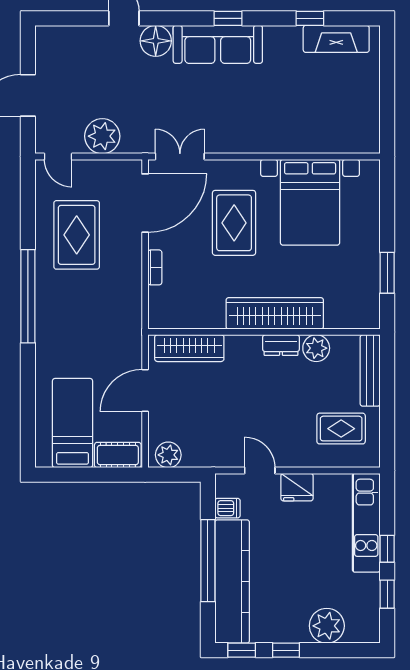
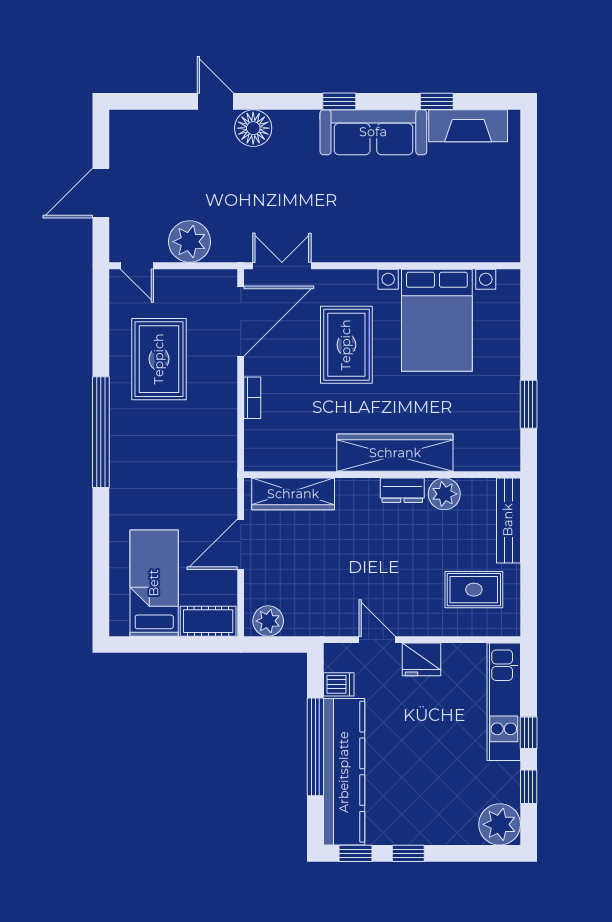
sofa: (218, 44) -> (373, 132), moved
plant: (327, 626) -> (500, 824), moved

